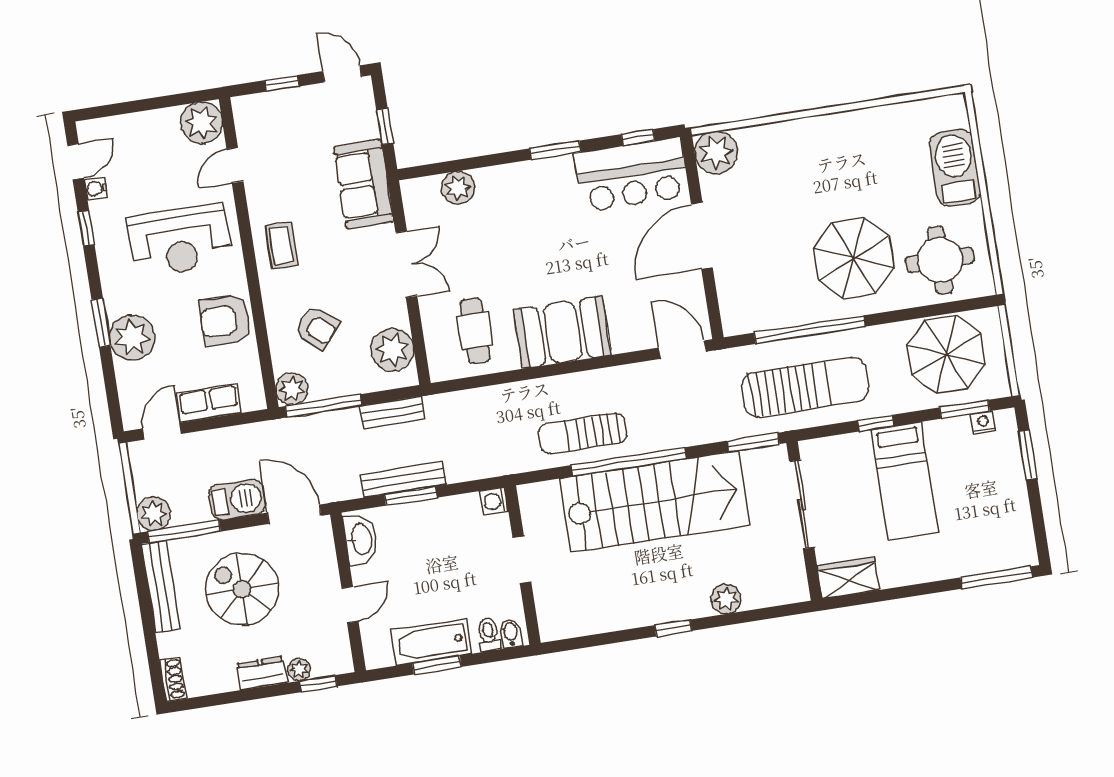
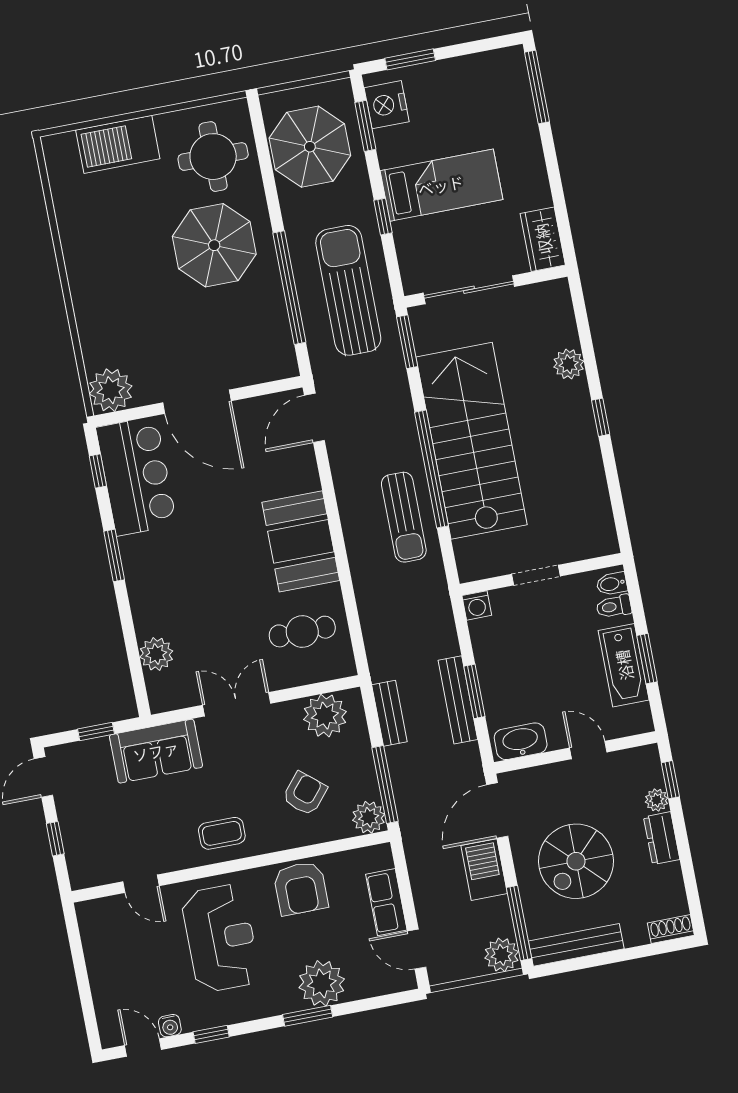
plant: (201, 123) -> (99, 920), removed
nightstand: (983, 423) -> (387, 105), width x1.89, depth x1.79

